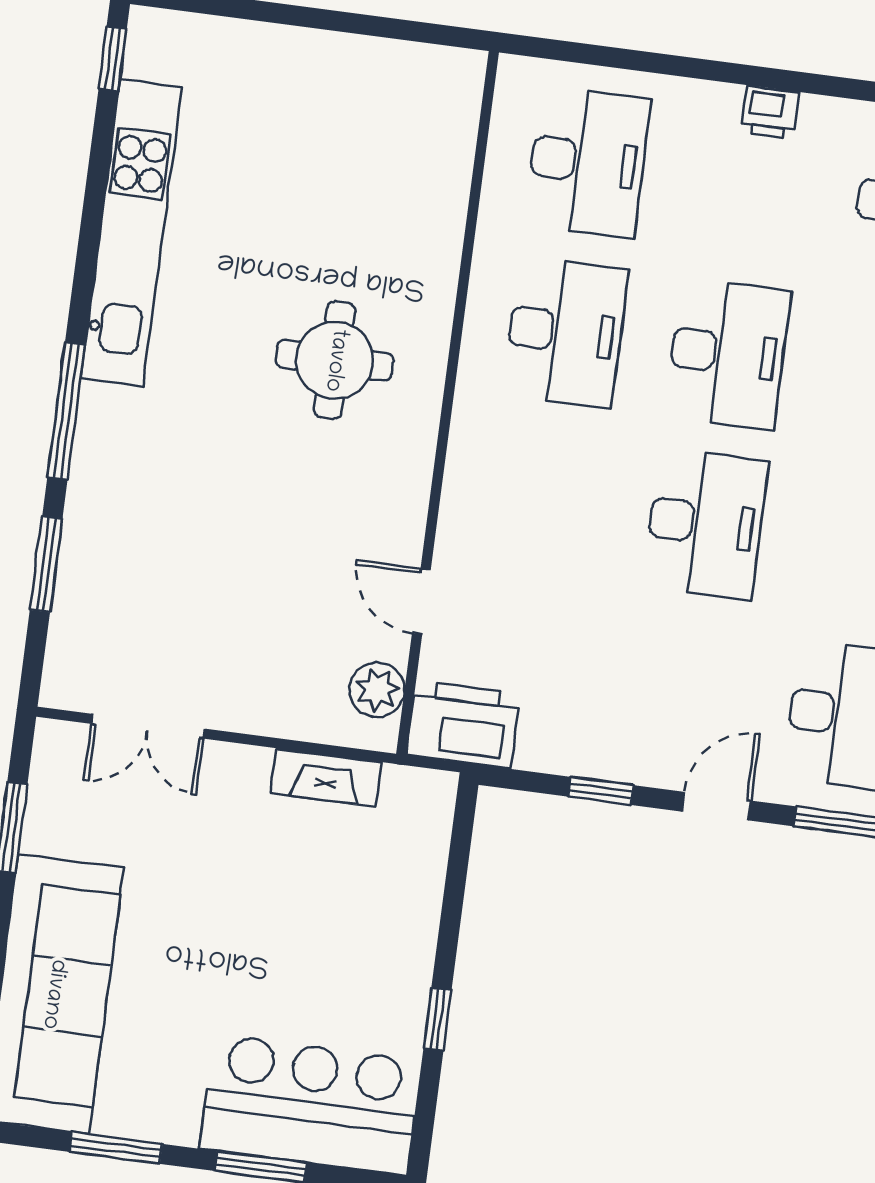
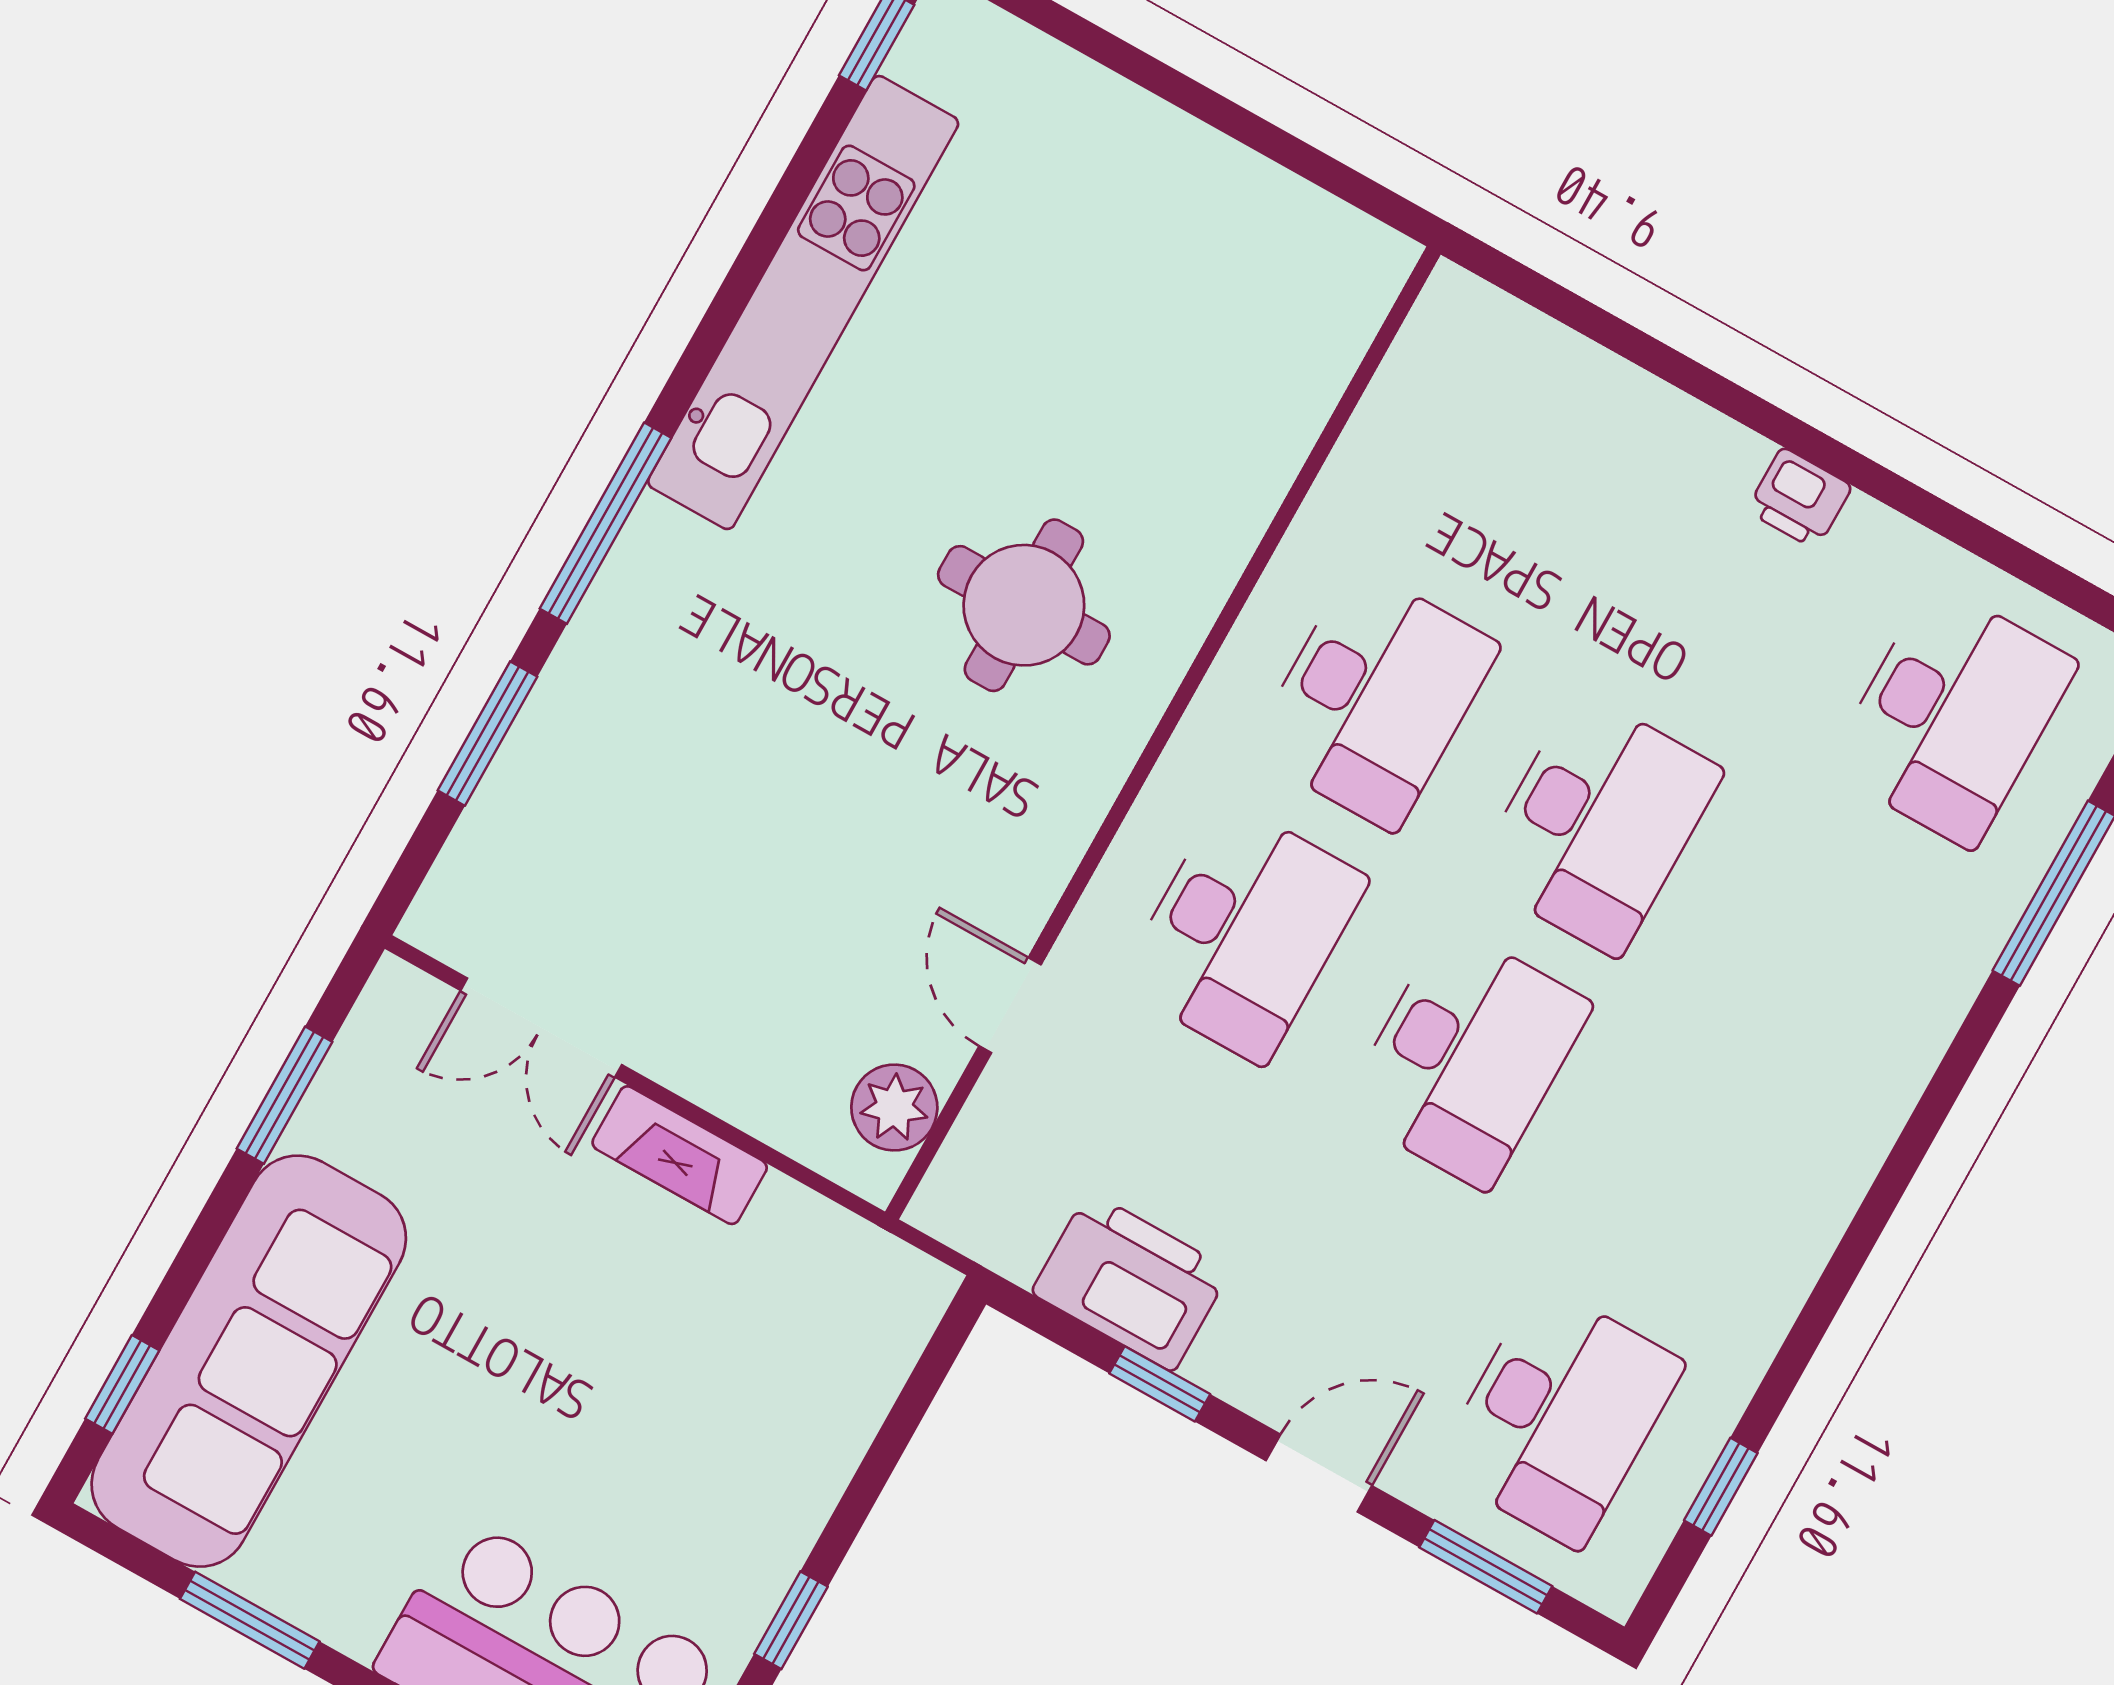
desk: (588, 162) -> (1243, 932), moved
printer: (464, 724) -> (1131, 1282), moved
fireplace: (326, 778) -> (680, 1155), moved

